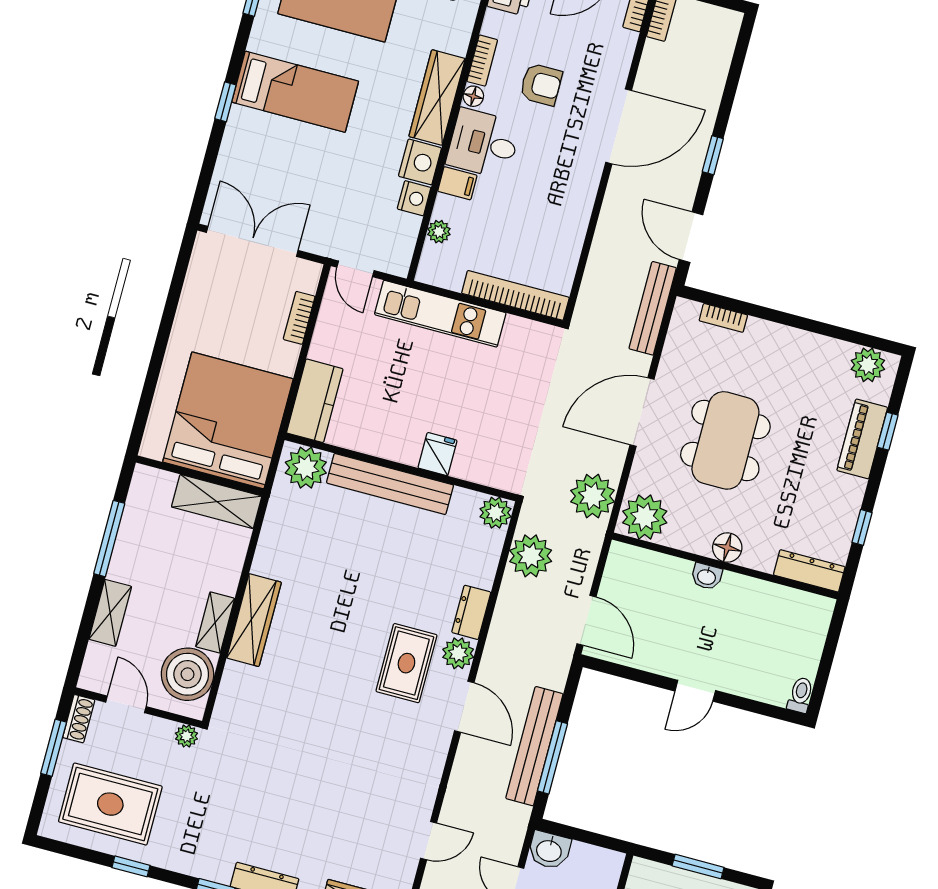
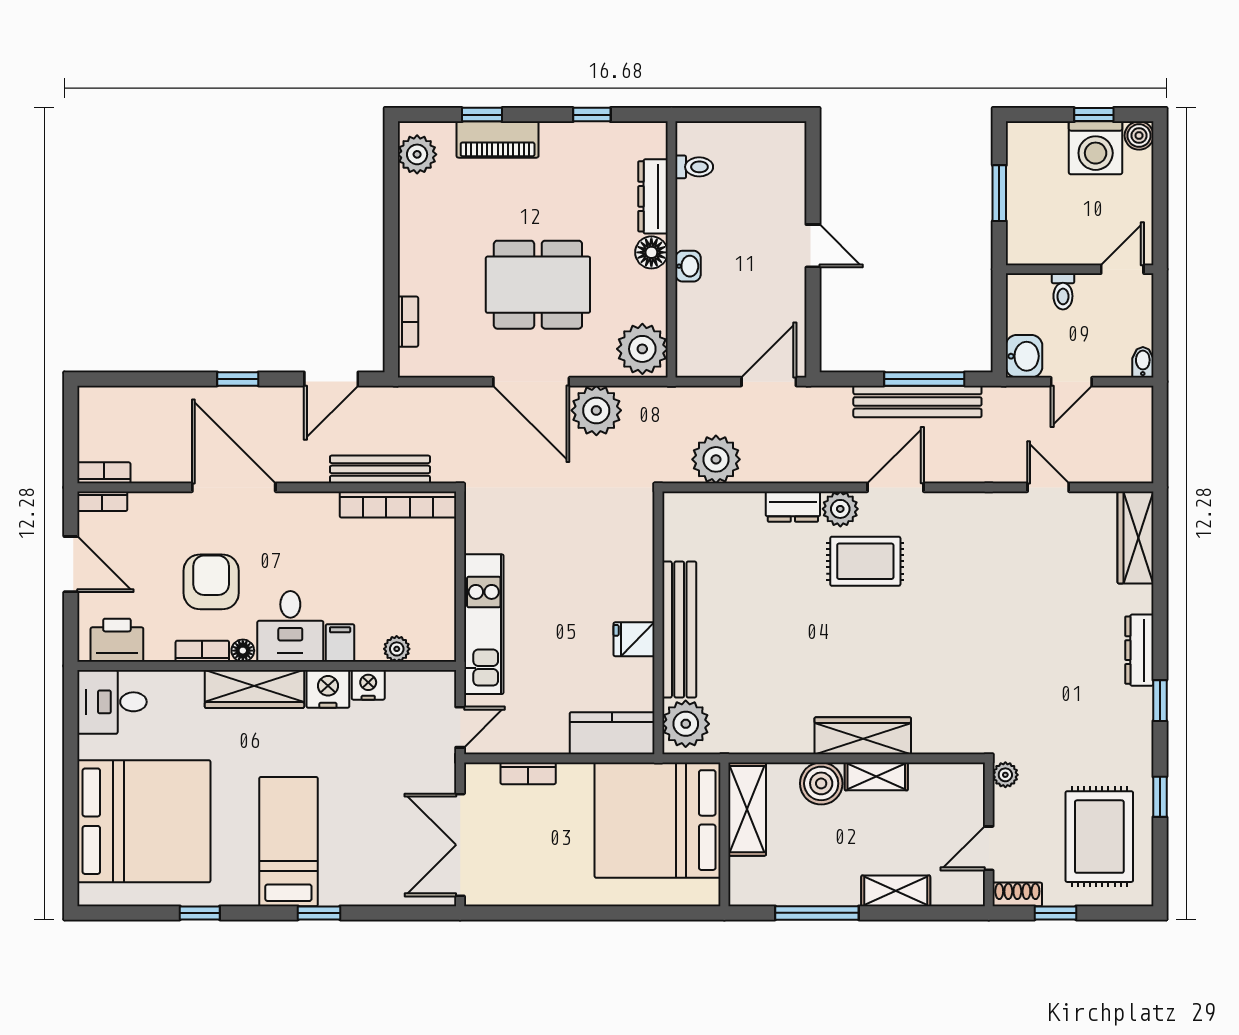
armchair: (541, 84) -> (211, 582), width x1.38, depth x1.38
bookcase: (515, 295) -> (398, 505), moved, turned -90
bench: (653, 308) -> (380, 469), moved
fridge: (438, 454) -> (634, 639), moved
plant: (592, 496) -> (596, 410), moved
plant: (495, 513) -> (680, 509), removed
dresser: (809, 571) -> (653, 196), moved
boiler: (188, 674) -> (821, 783), moved, width x0.73, depth x0.73
toilet: (800, 695) -> (694, 167), moved, turned 180
window: (54, 748) -> (1055, 913), width x0.67

